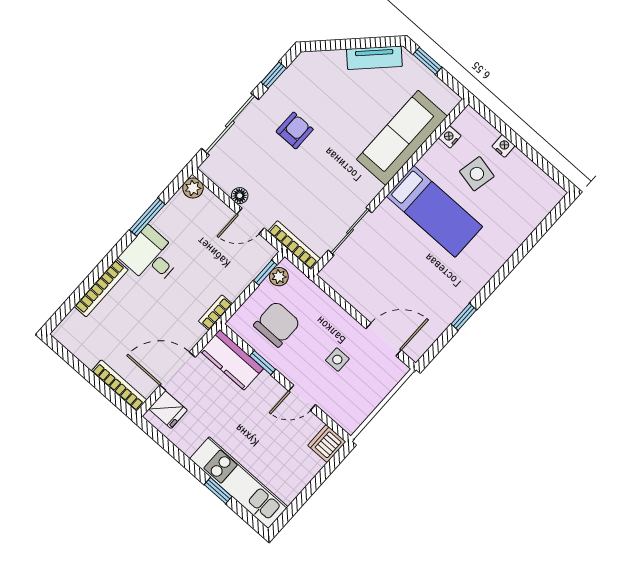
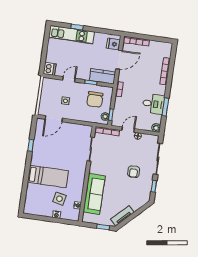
bed: (434, 211) -> (48, 177), moved, turned 180
desk: (151, 257) -> (153, 104), moved

